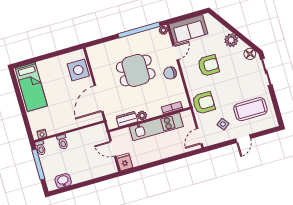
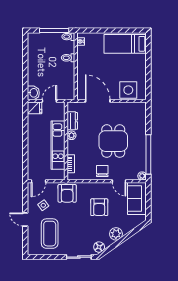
door: (199, 136) -> (38, 181), swing flipped
washbasin: (63, 181) -> (33, 93), moved

